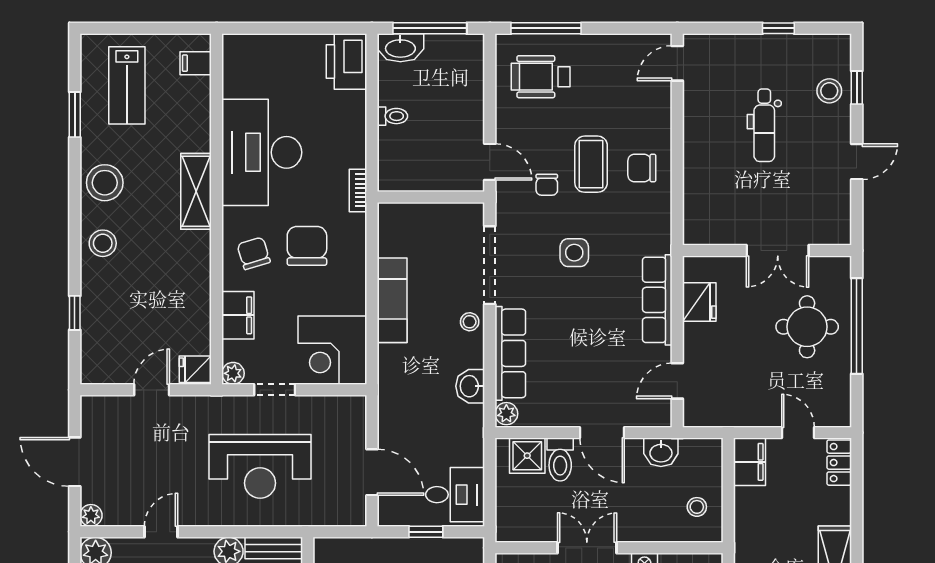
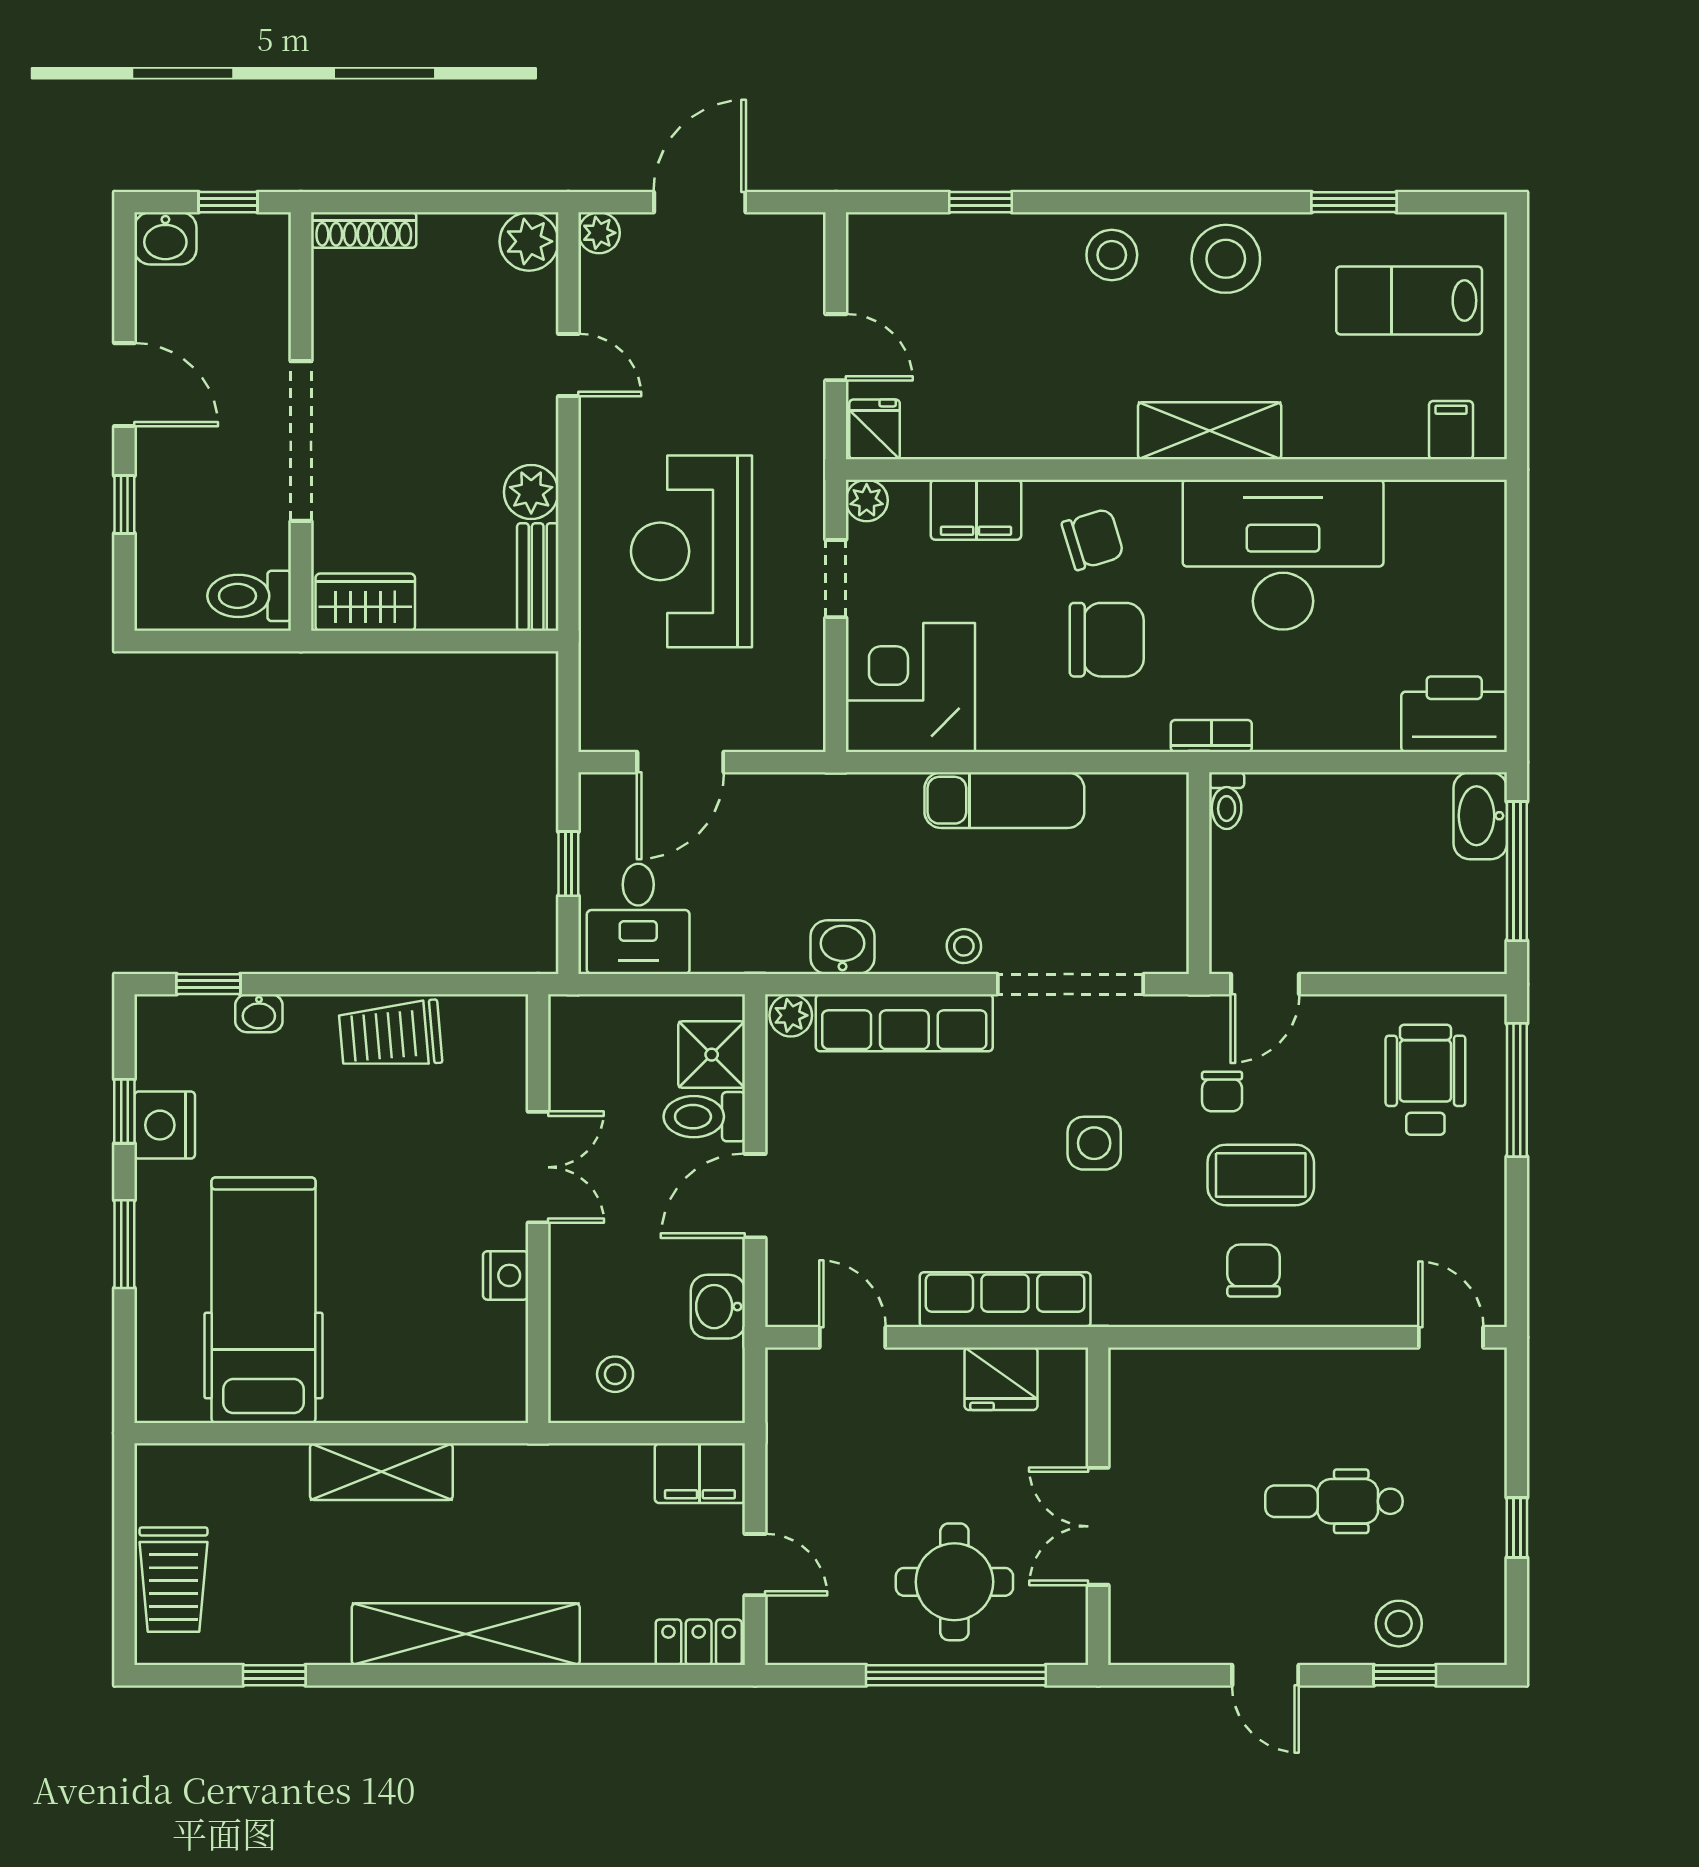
toilet: (392, 116) -> (1227, 801), moved
chair: (547, 185) -> (1222, 1092), turned -90
door: (798, 433) -> (755, 1565), hinge flipped

